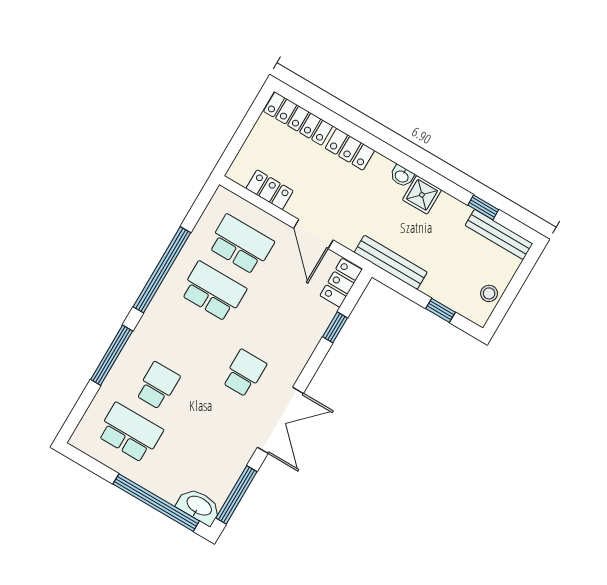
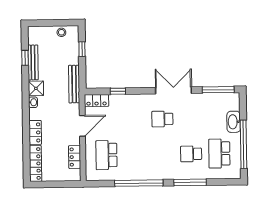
bench: (499, 234) -> (33, 62), moved
school desk: (213, 291) -> (135, 155), removed
window: (156, 503) -> (243, 144), moved
washbasin: (199, 506) -> (234, 122), moved

